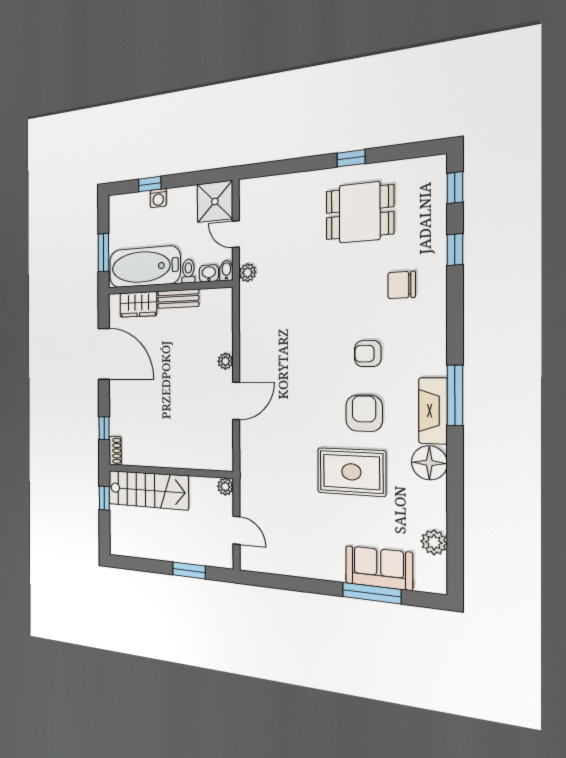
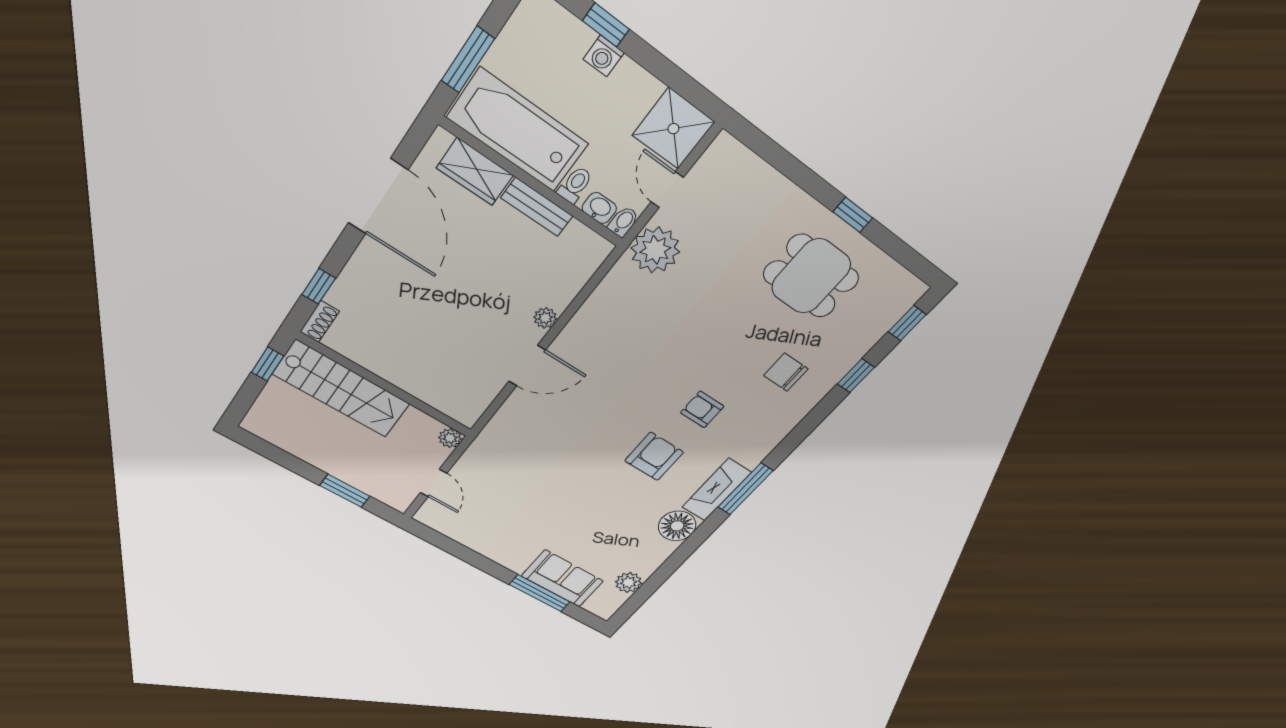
plant: (248, 273) -> (655, 250), width x1.88, depth x1.88
rug: (351, 472) -> (600, 496), removed

